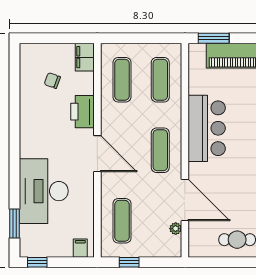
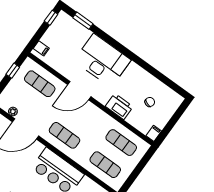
filing cabinet: (85, 57) -> (154, 133), width x0.50
door: (97, 154) -> (79, 91), moved
desk: (44, 191) -> (102, 60), moved

